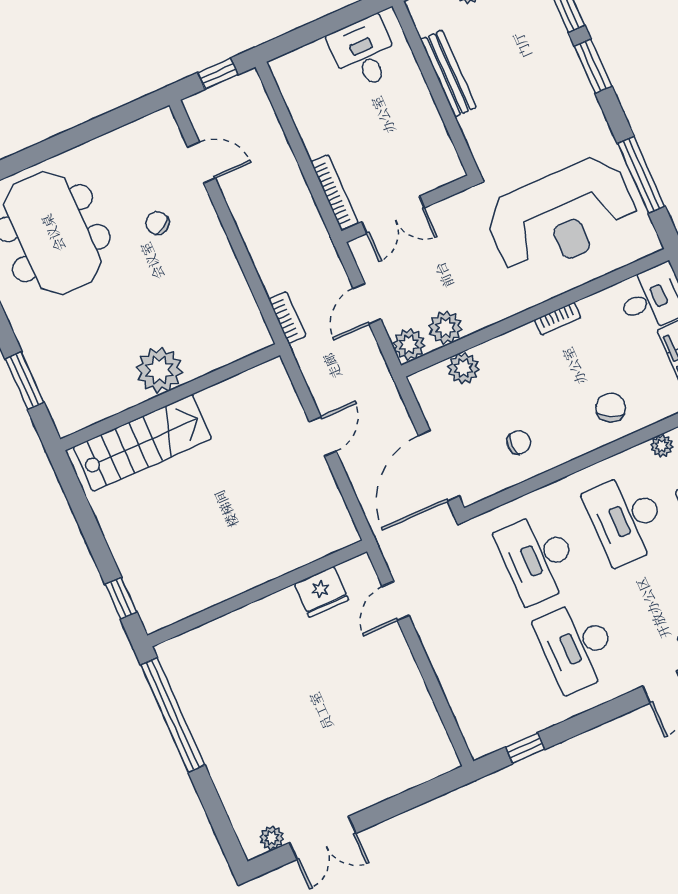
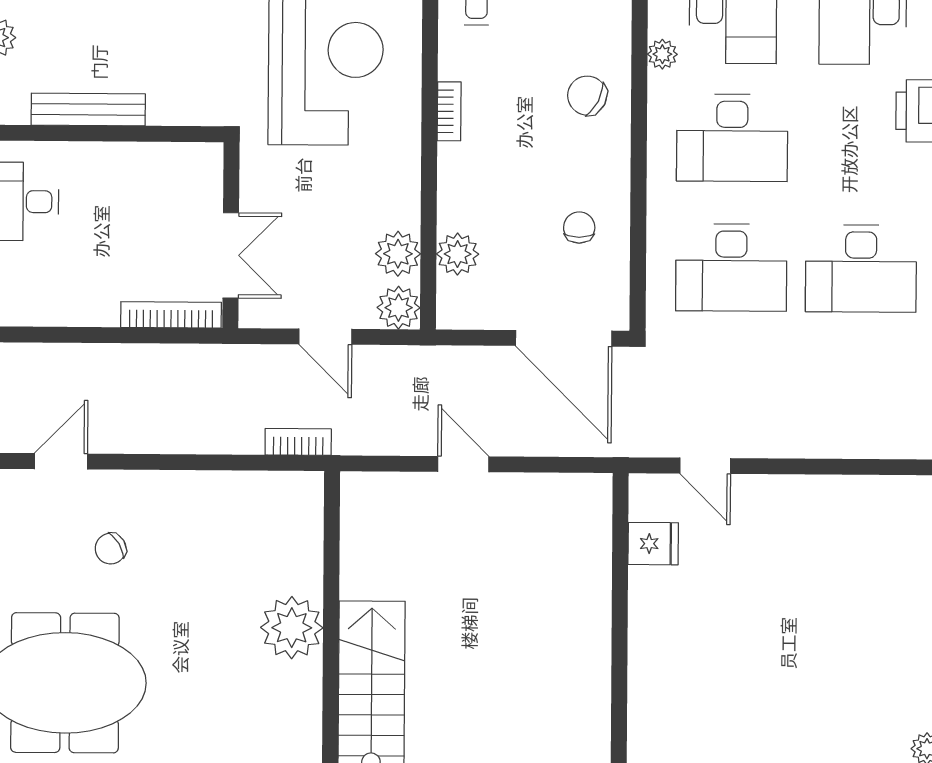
fridge: (321, 592) -> (653, 544), width x0.72

